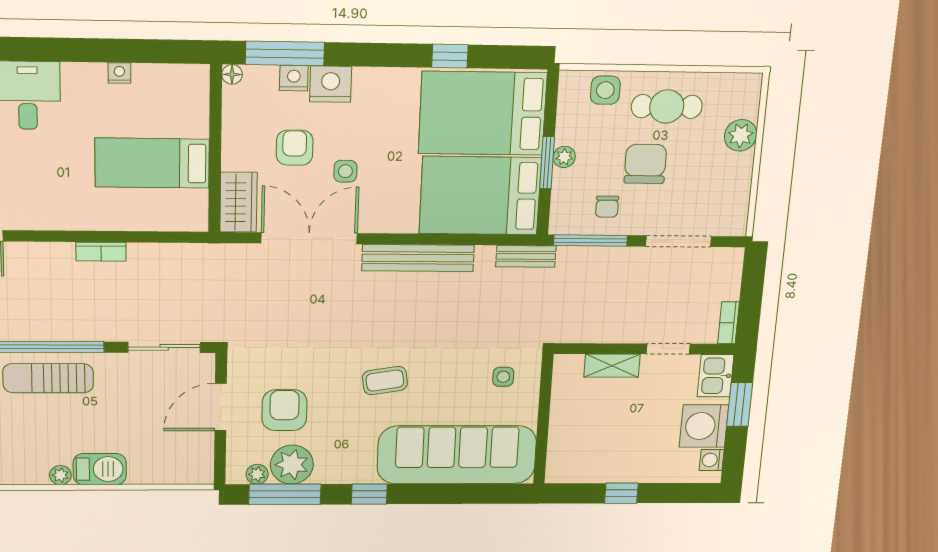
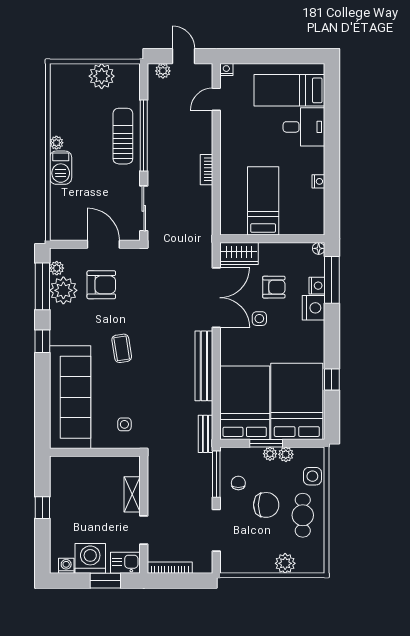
plant: (567, 132) -> (286, 454), added
chair: (607, 207) -> (238, 483), turned 90
bookcase: (728, 323) -> (170, 568), width x1.56

